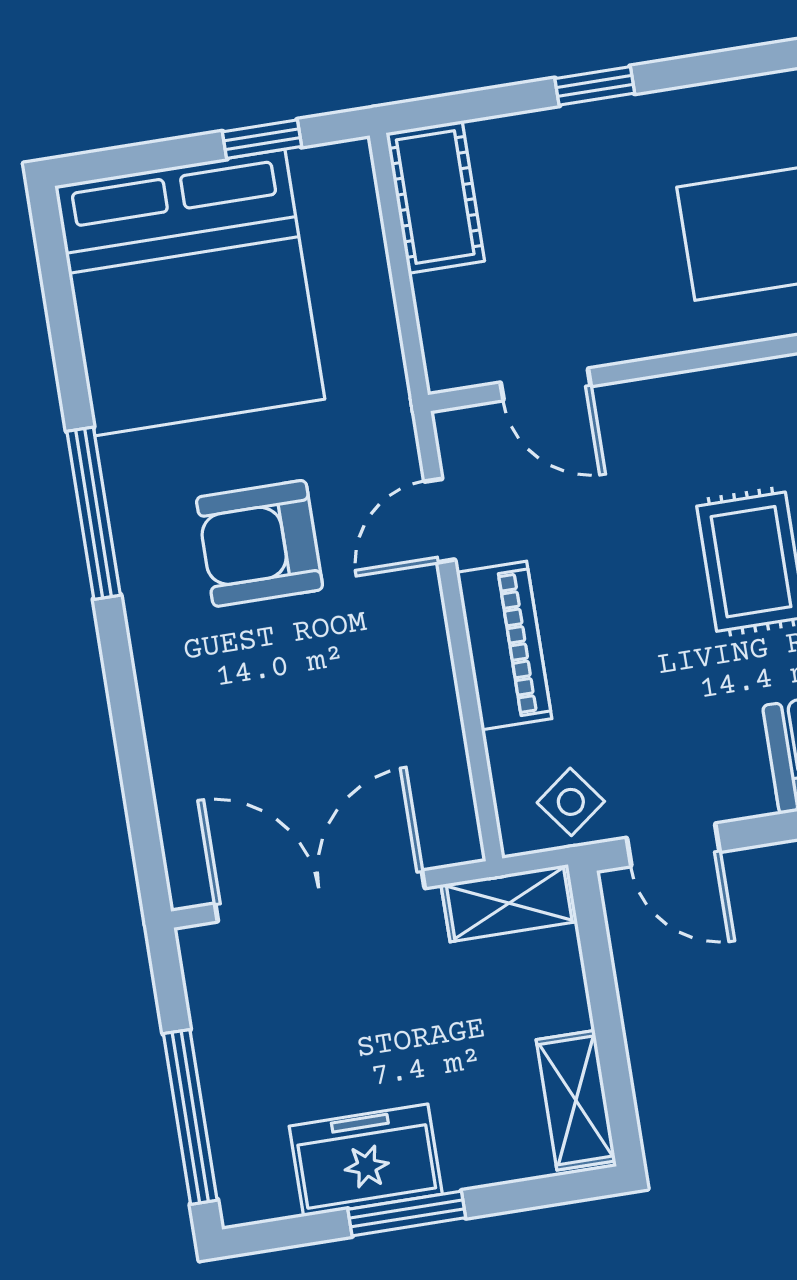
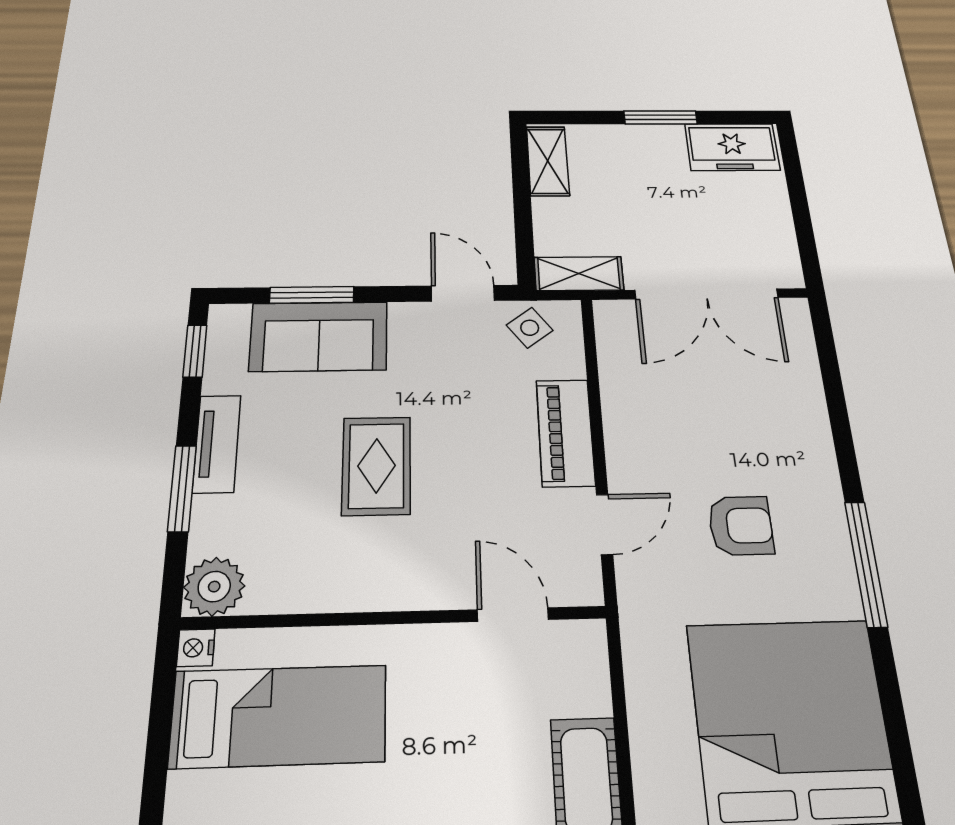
armchair: (260, 543) -> (741, 526), width x0.72, depth x0.72
window: (190, 1117) -> (795, 183), removed
freezer: (366, 1160) -> (732, 147), moved

